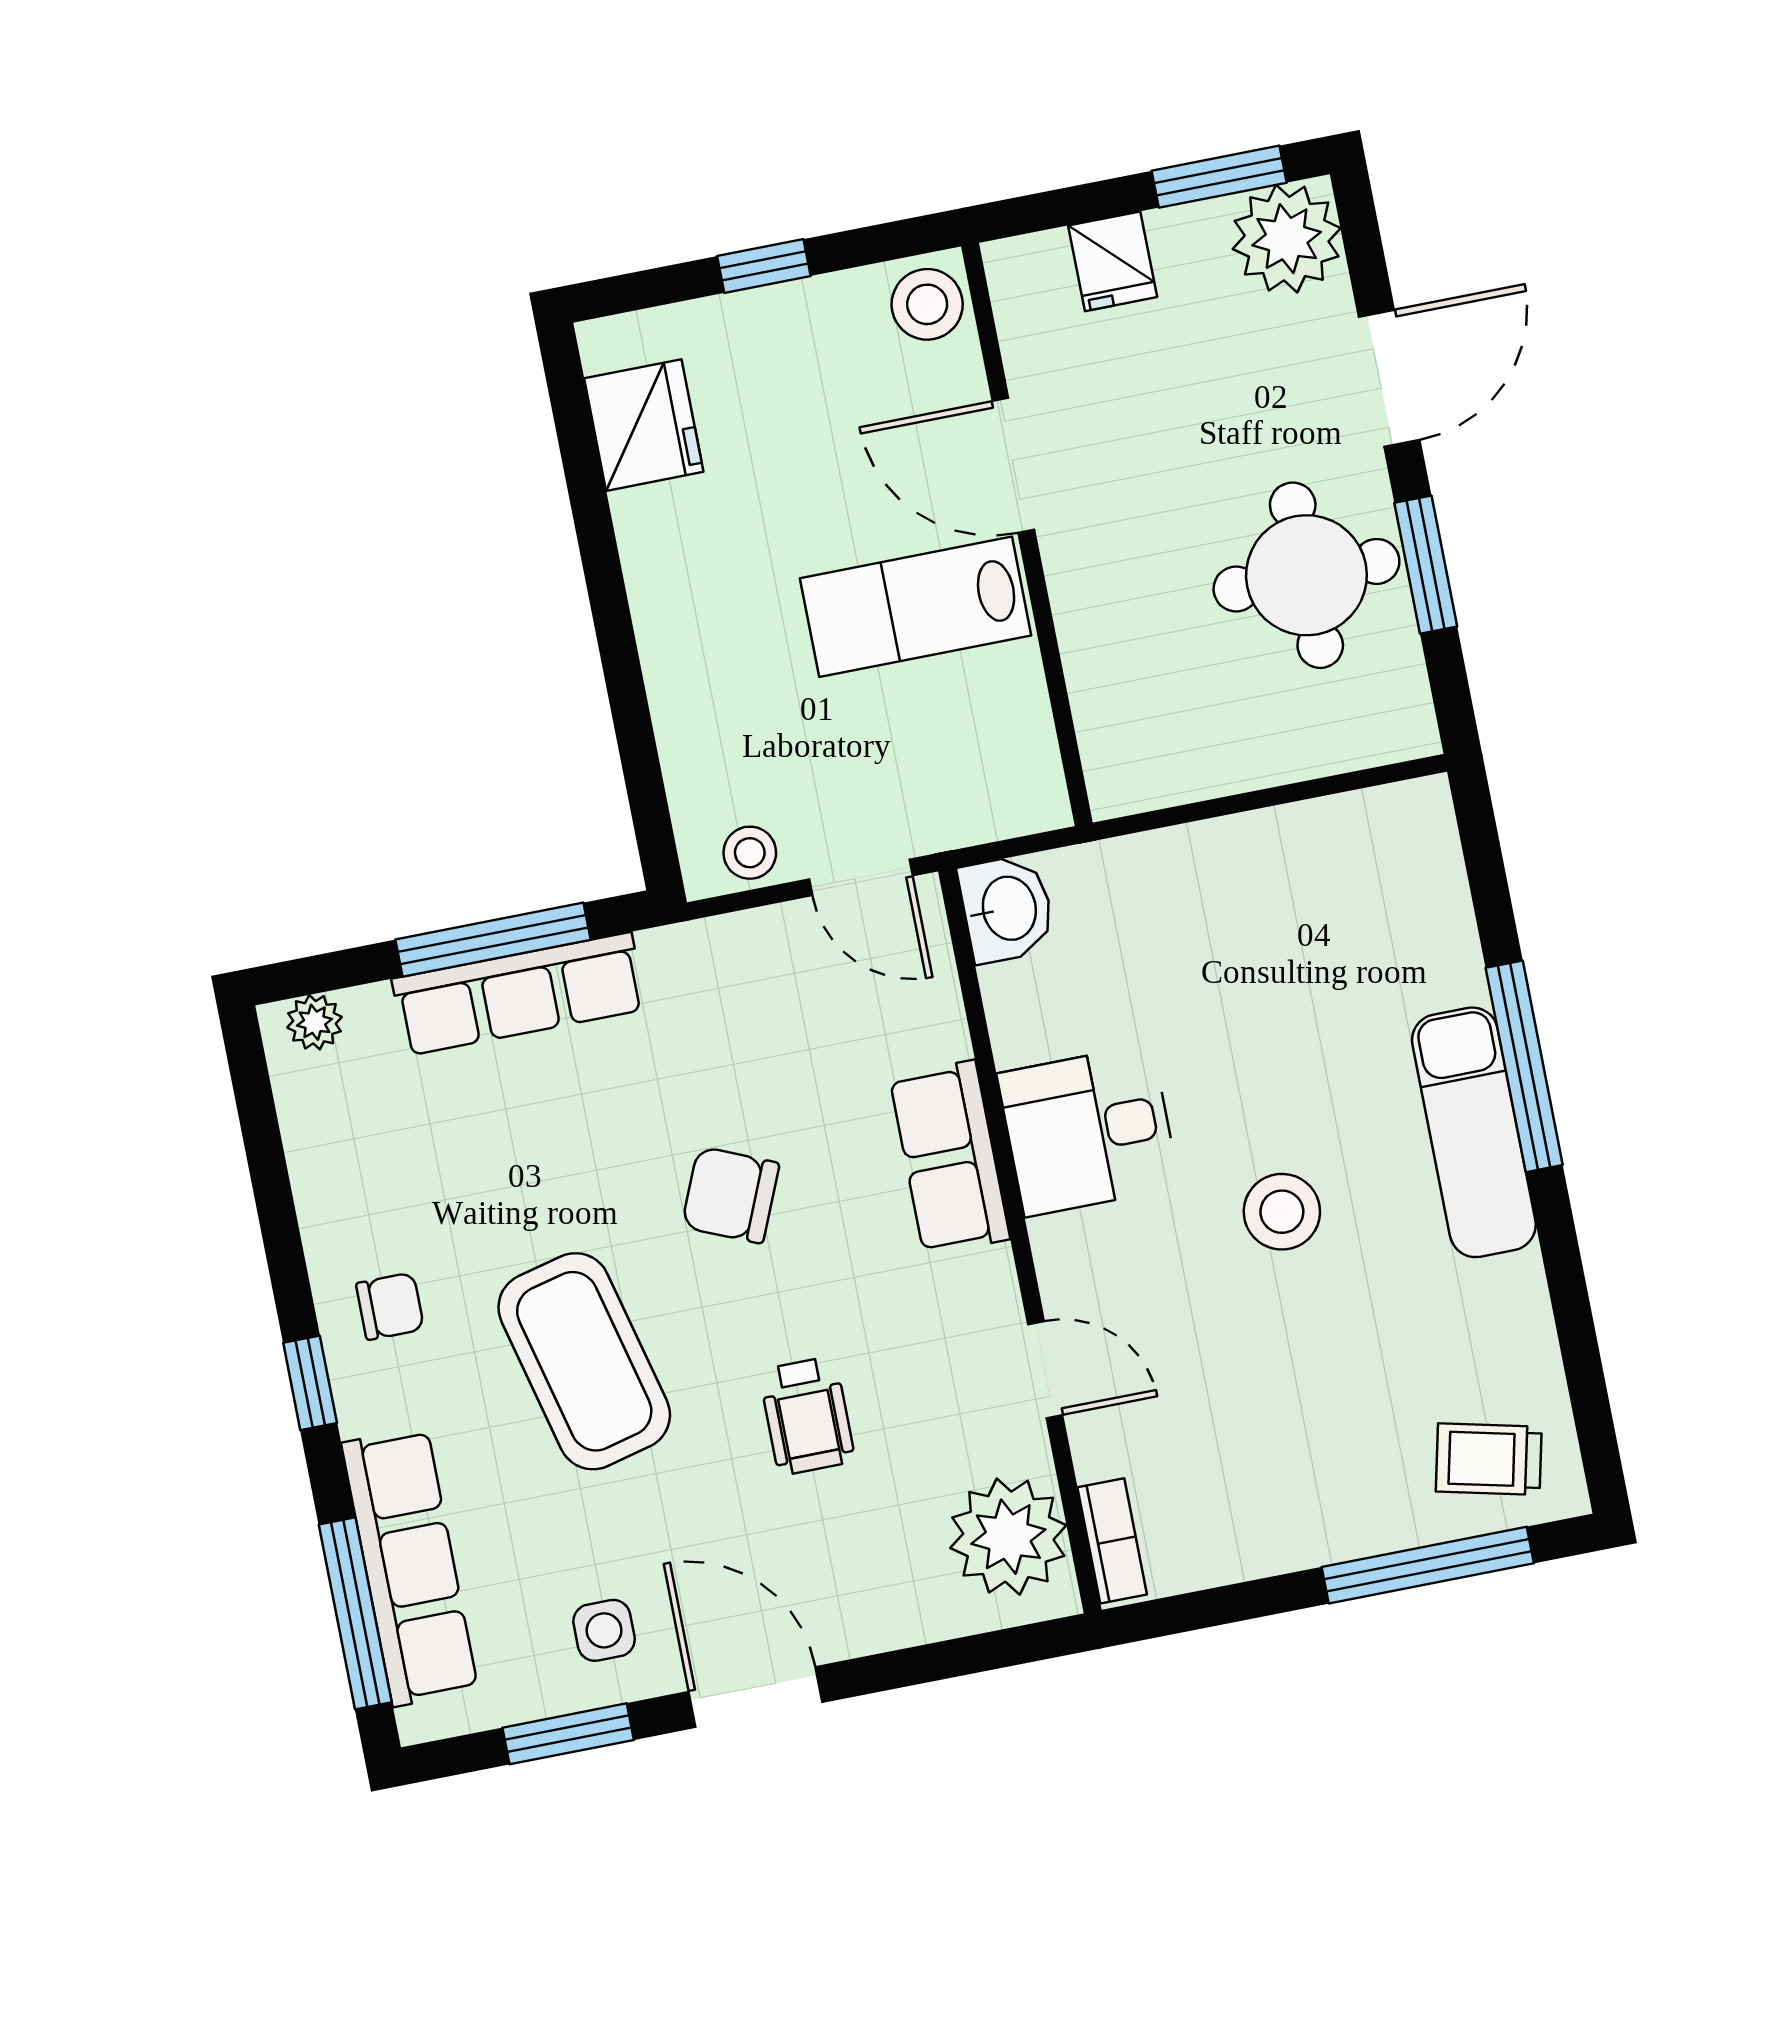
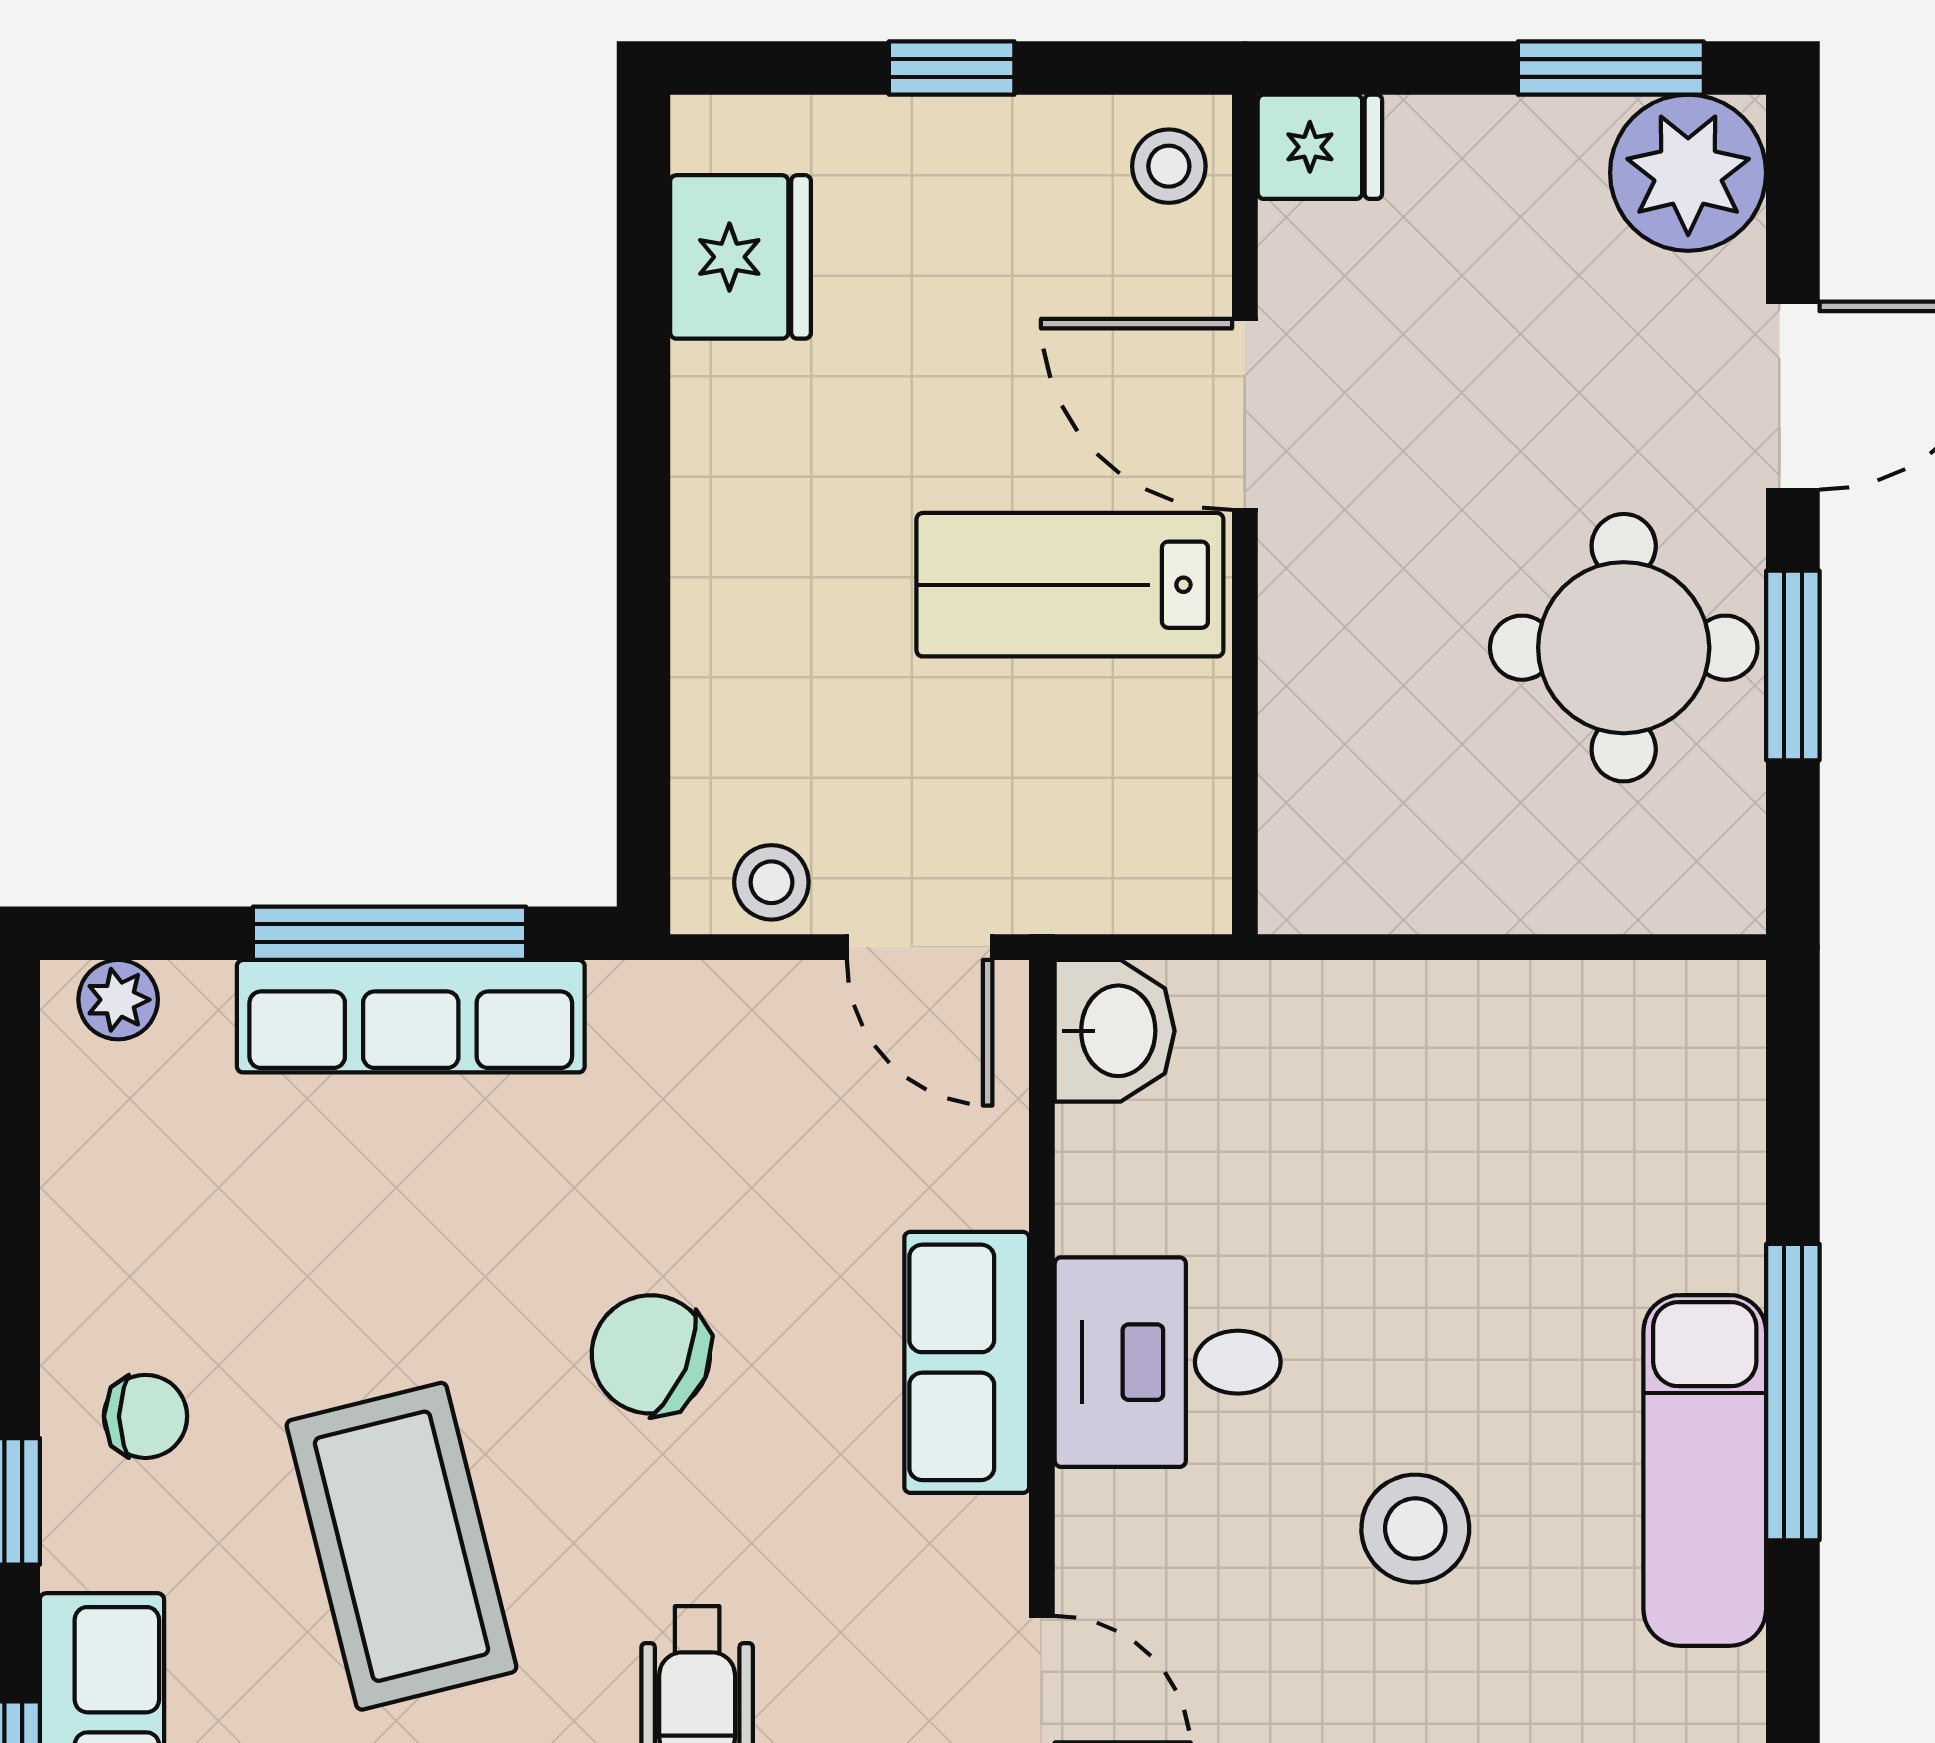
fridge: (1113, 261) -> (1320, 147), moved, turned -90
stool: (927, 304) -> (1169, 166), width x0.73, depth x0.73

